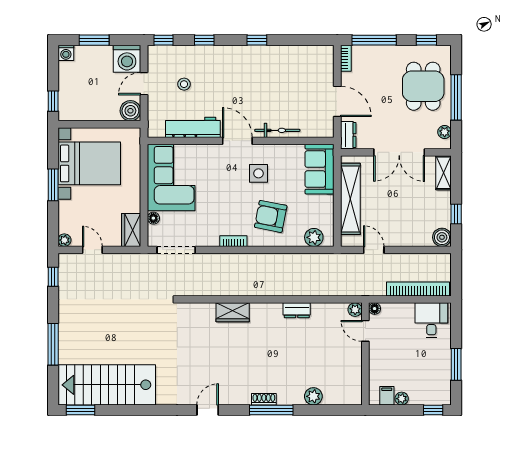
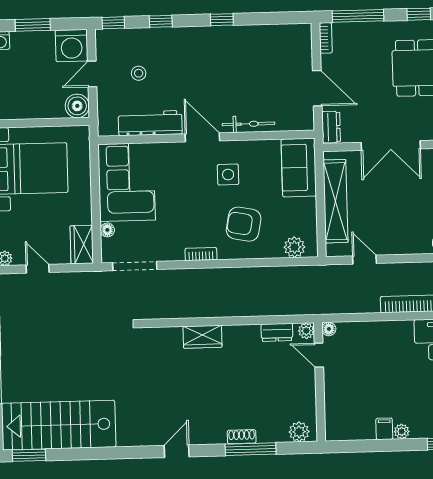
floor lamp: (375, 309) -> (329, 329), moved
plant: (355, 310) -> (306, 331), moved
door: (365, 331) -> (319, 355), moved
wall: (365, 354) -> (320, 382), moved

